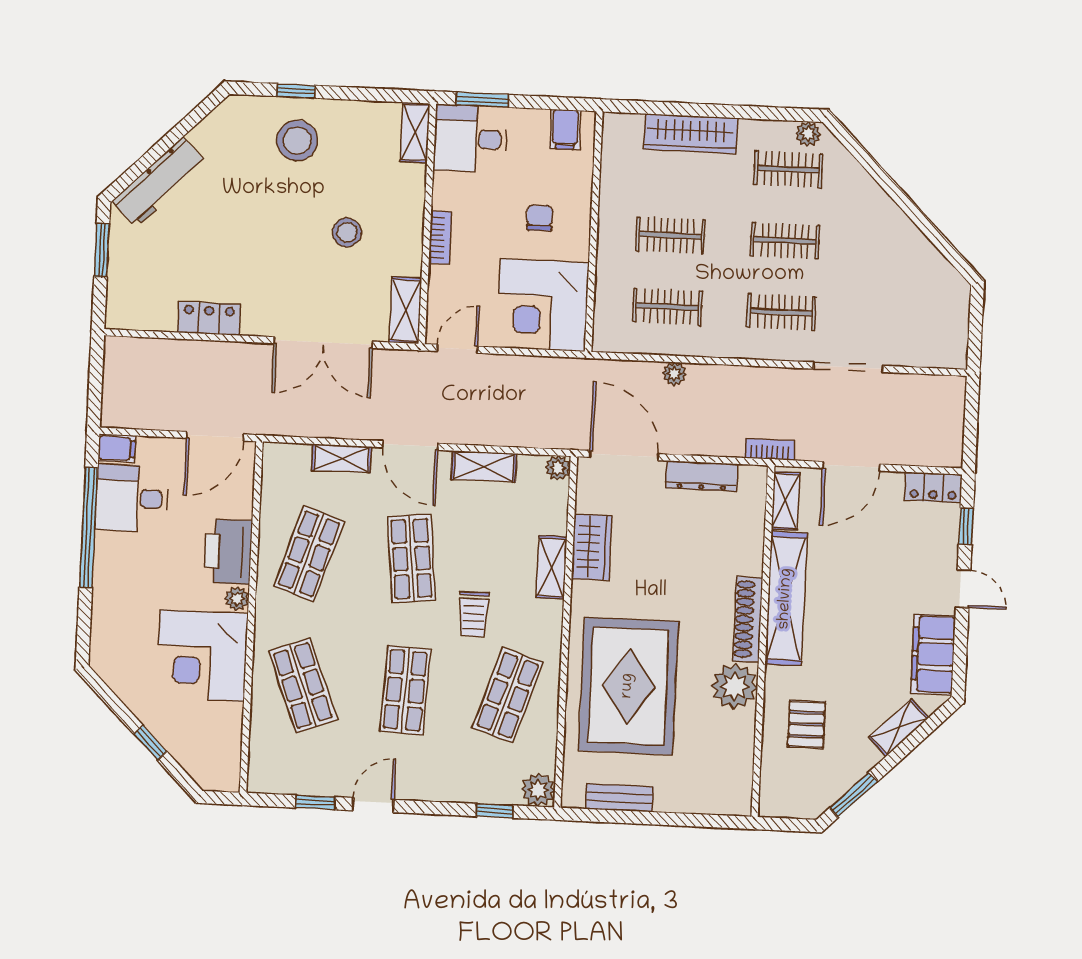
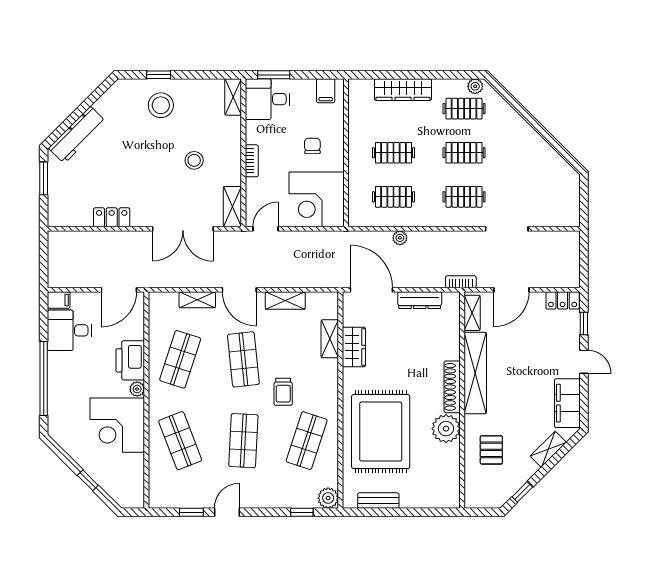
plant: (558, 468) -> (331, 299), removed
window: (89, 528) -> (44, 378), moved
shelving: (552, 567) -> (330, 339), moved
window: (853, 795) -> (522, 492), width x0.67

